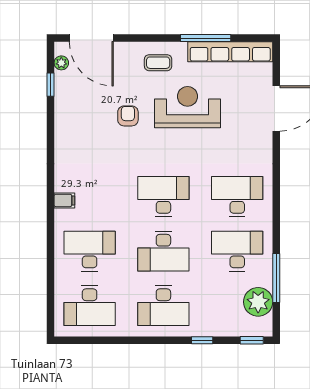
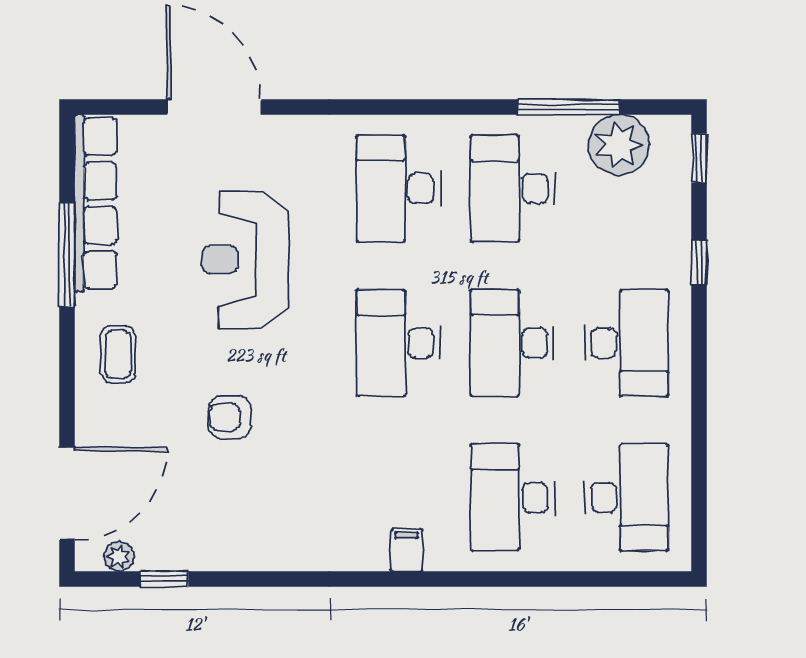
reception desk: (187, 107) -> (245, 260), moved
desk: (163, 251) -> (512, 343), turned 180

